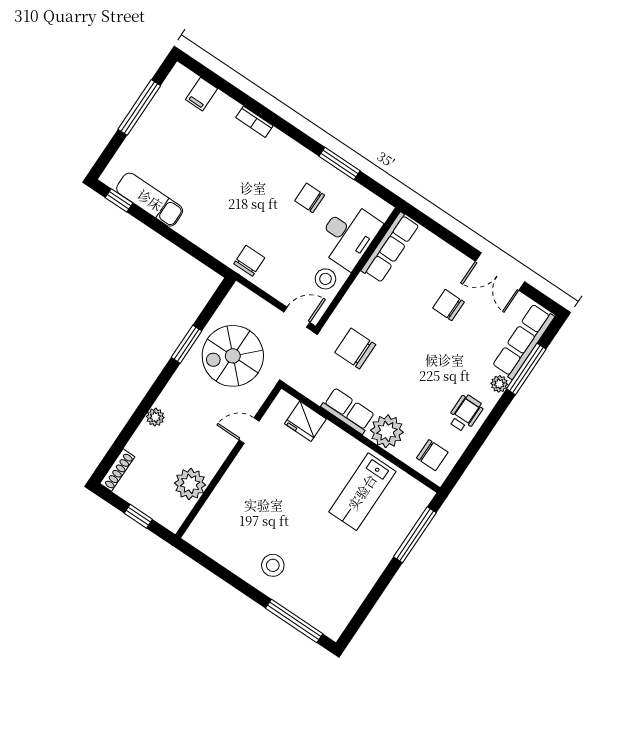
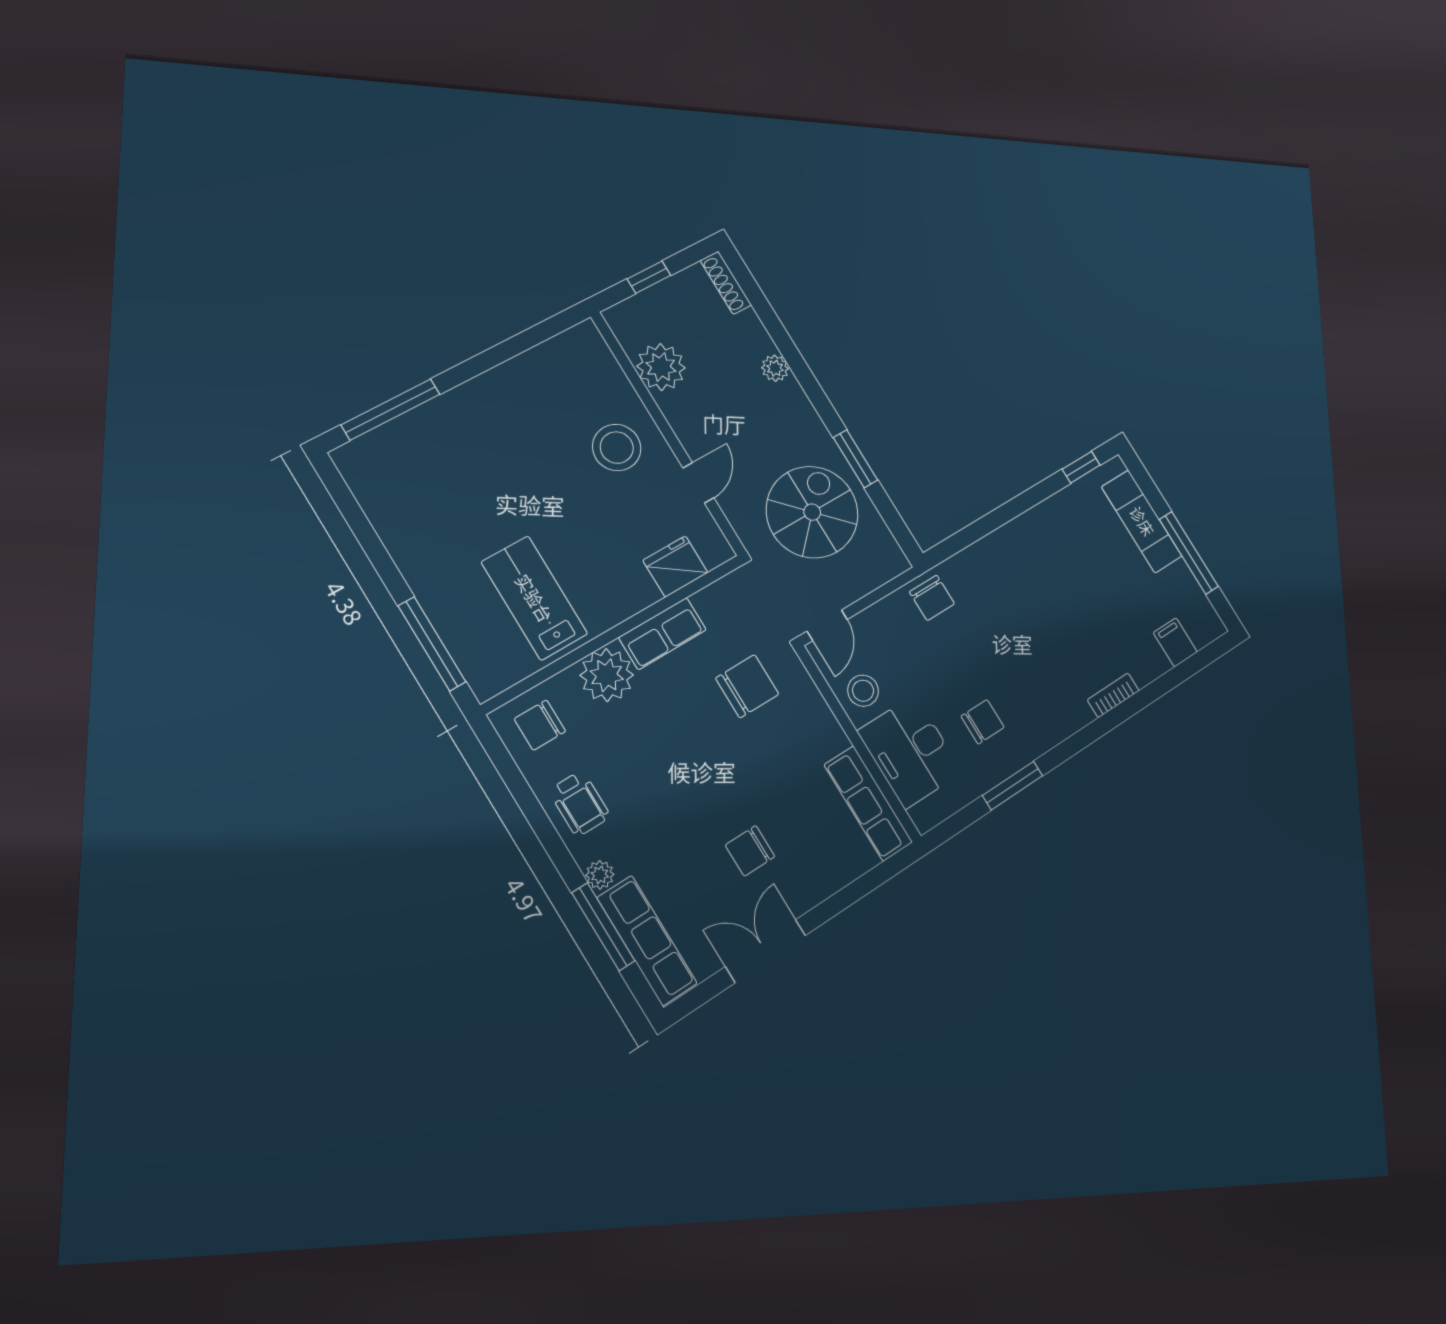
exam couch: (150, 200) -> (1142, 521), moved, turned 90
chair: (448, 305) -> (750, 851), turned 180
stool: (273, 565) -> (617, 448), moved, width x1.38, depth x1.38

